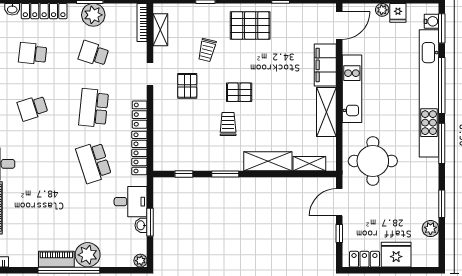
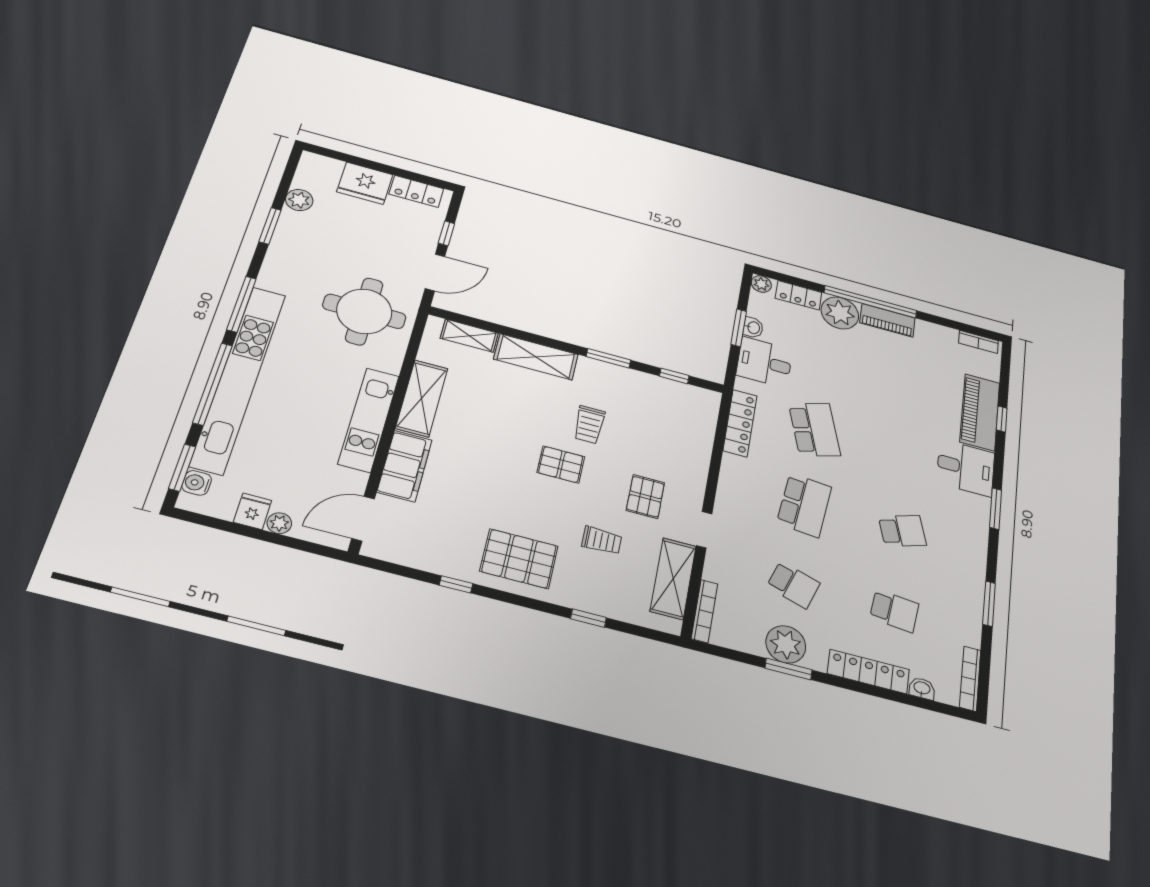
shelving: (160, 30) -> (673, 578), width x1.50, depth x1.33
trolley: (207, 50) -> (602, 540), turned 76
locker: (140, 115) -> (799, 295), moved, turned 90

